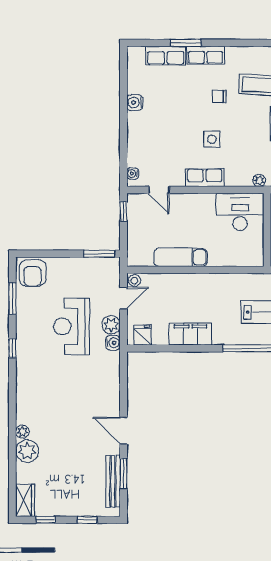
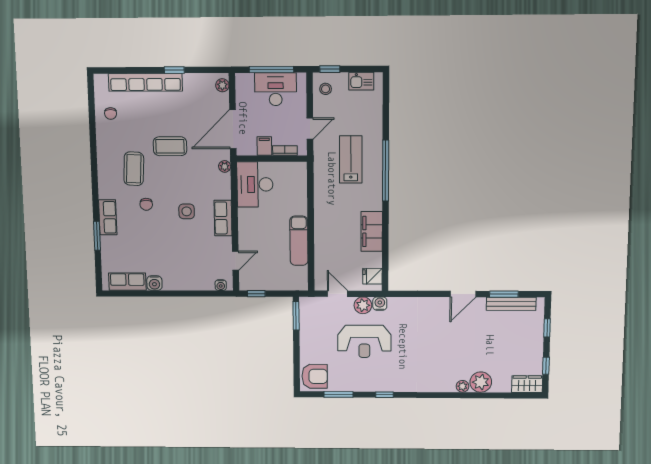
row of seats: (166, 56) -> (127, 282), moved, turned -90
stool: (134, 281) -> (321, 284), removed

